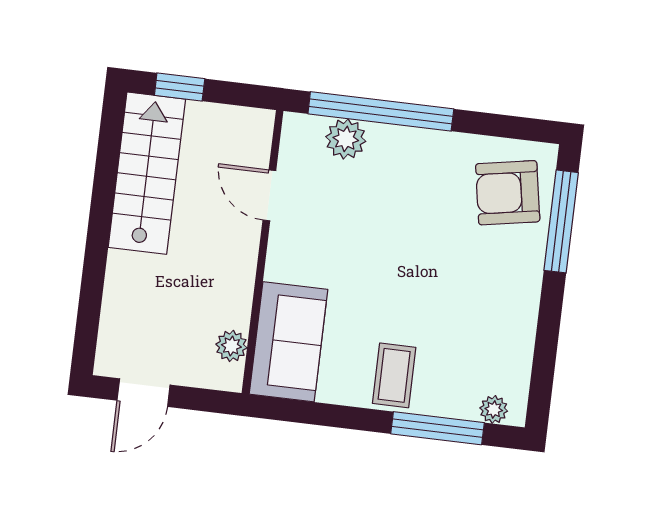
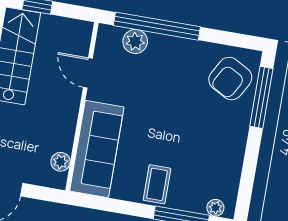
armchair: (508, 193) -> (230, 79), turned -51
sofa: (288, 342) -> (97, 149), width x1.36

